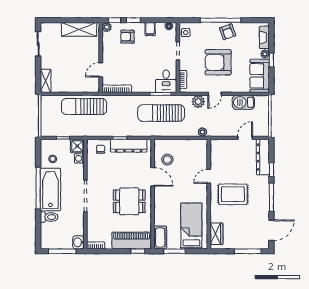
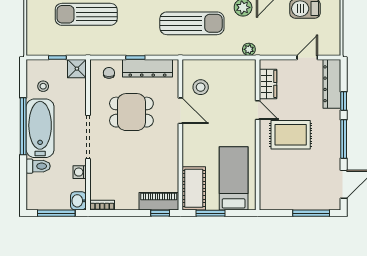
sun lounger: (161, 113) -> (192, 23), turned 180
washing machine: (79, 158) -> (80, 172), moved
door: (209, 176) -> (258, 110), swing flipped
dining table: (129, 201) -> (131, 112), moved
wardrobe: (216, 234) -> (268, 84), moved
cot: (160, 237) -> (194, 188), width x1.37, depth x1.34
piano: (132, 241) -> (159, 201), width x0.73, depth x0.75

